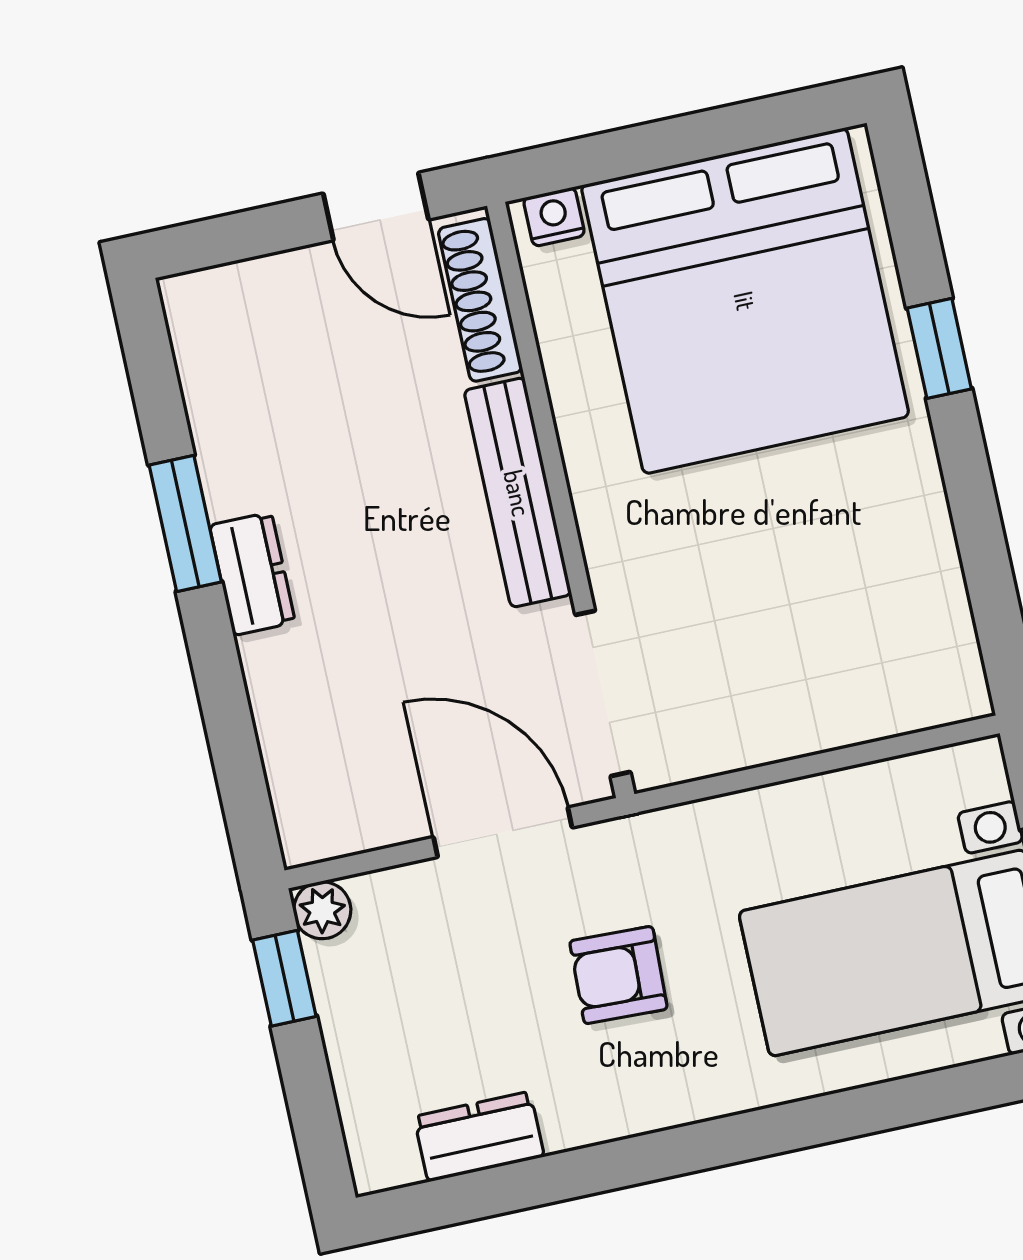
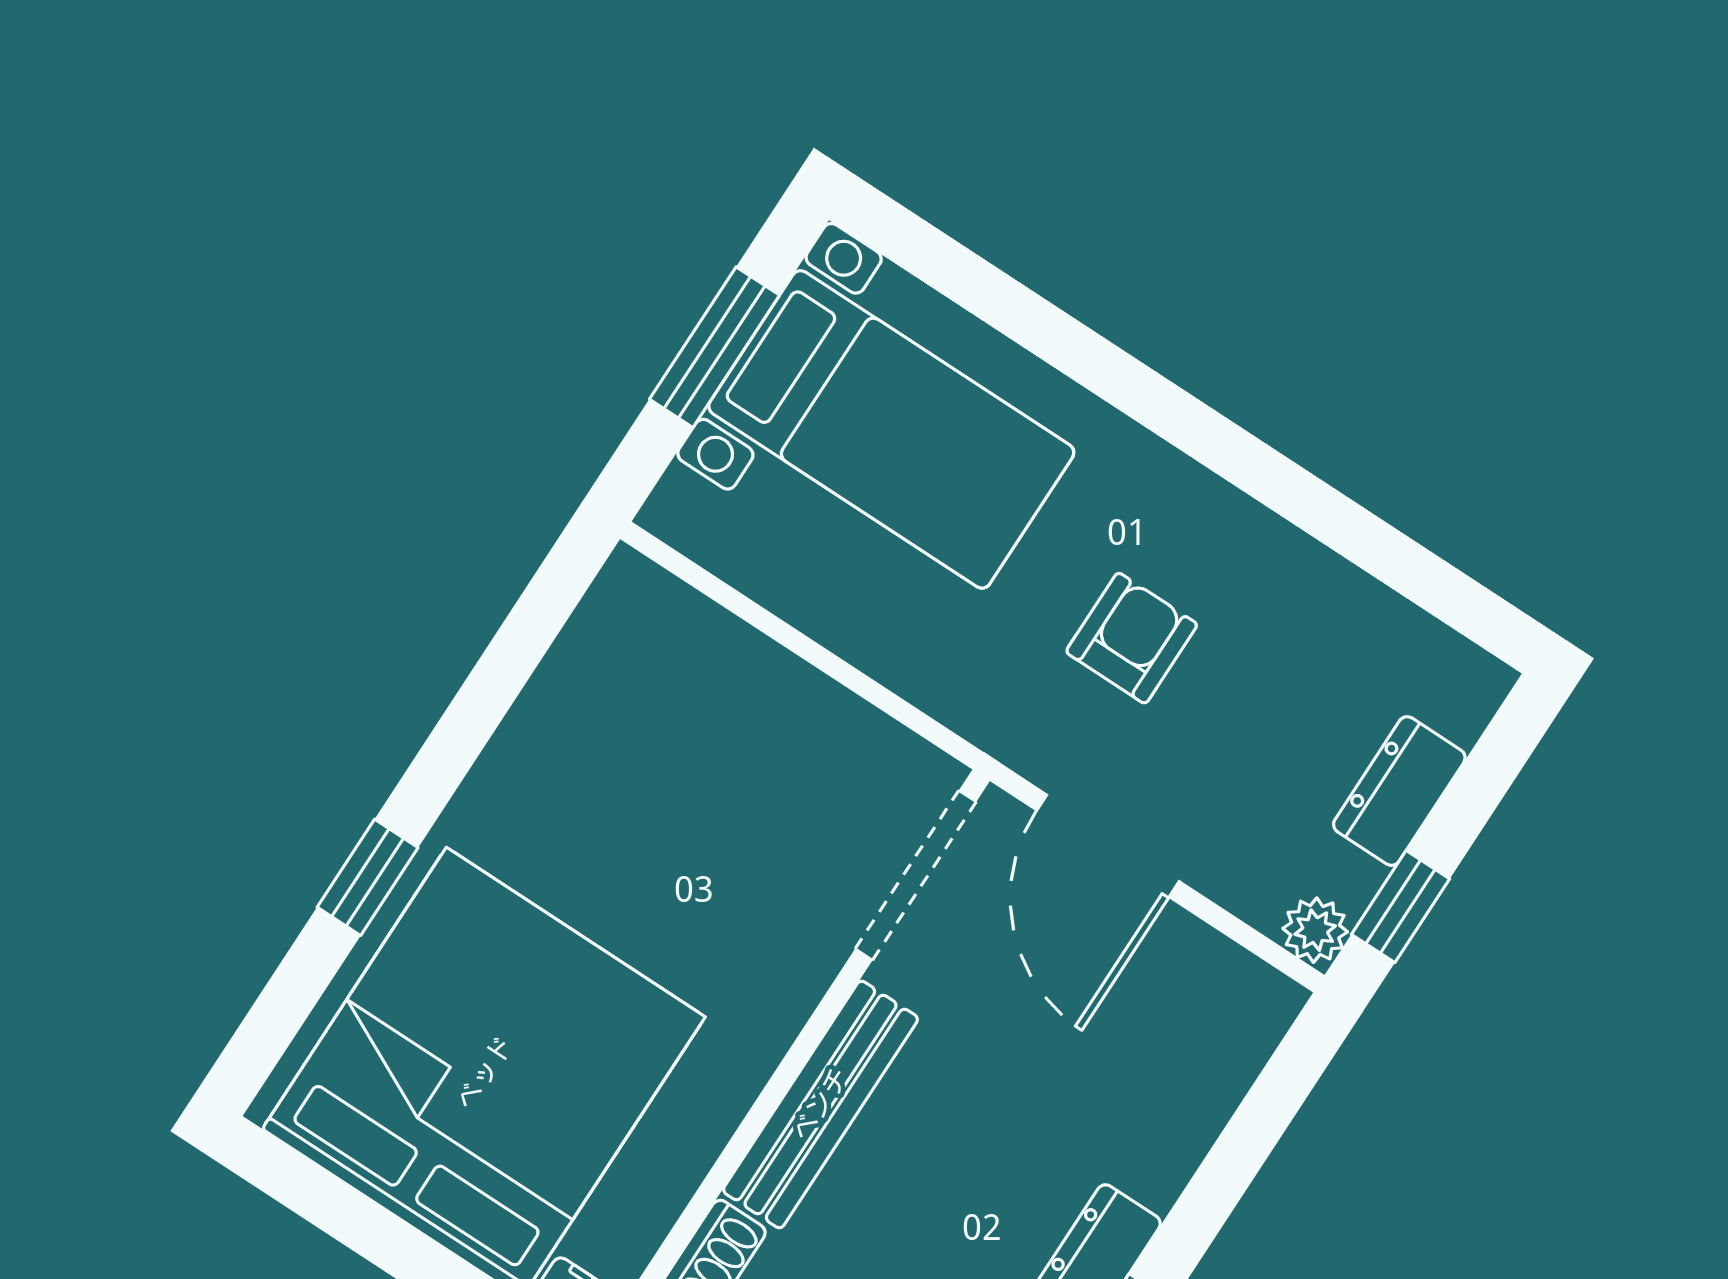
armchair: (618, 975) -> (1132, 638), turned -92
dresser: (479, 1137) -> (1399, 791), moved, turned 90

